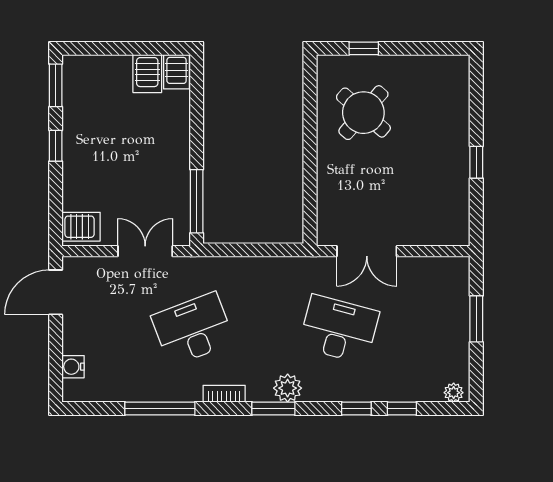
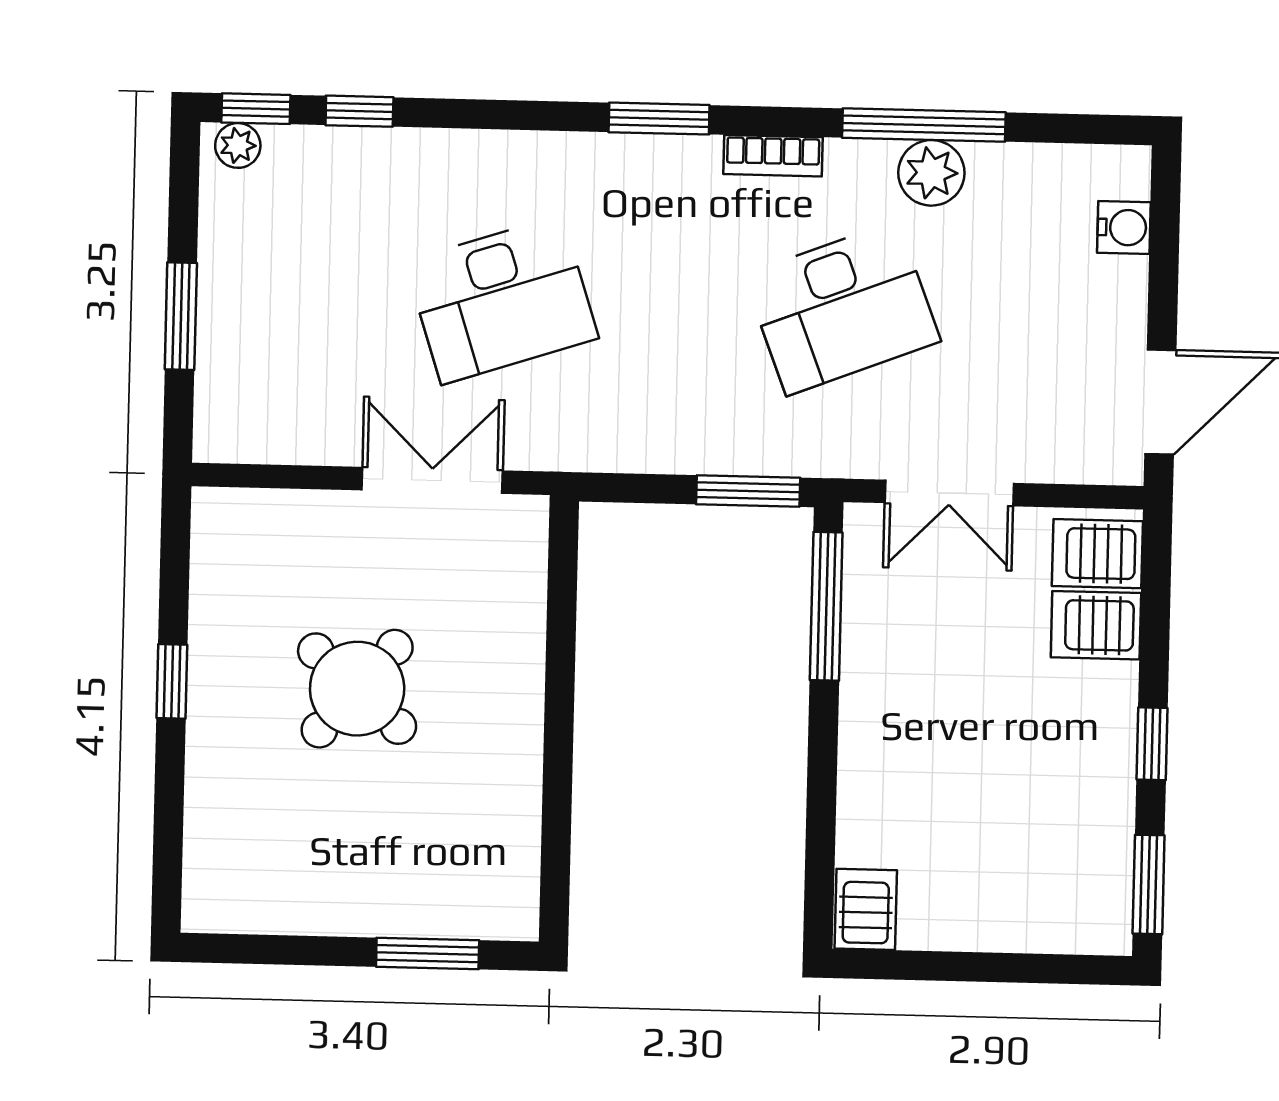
window: (364, 48) -> (428, 953), width x1.50
server rack: (147, 74) -> (1096, 625), moved, turned -90
round table: (363, 113) -> (357, 689), moved
window: (231, 250) -> (748, 491), added
desk: (339, 329) -> (502, 300), turned -33
plant: (288, 388) -> (931, 173), moved
window: (356, 408) -> (256, 109), moved

